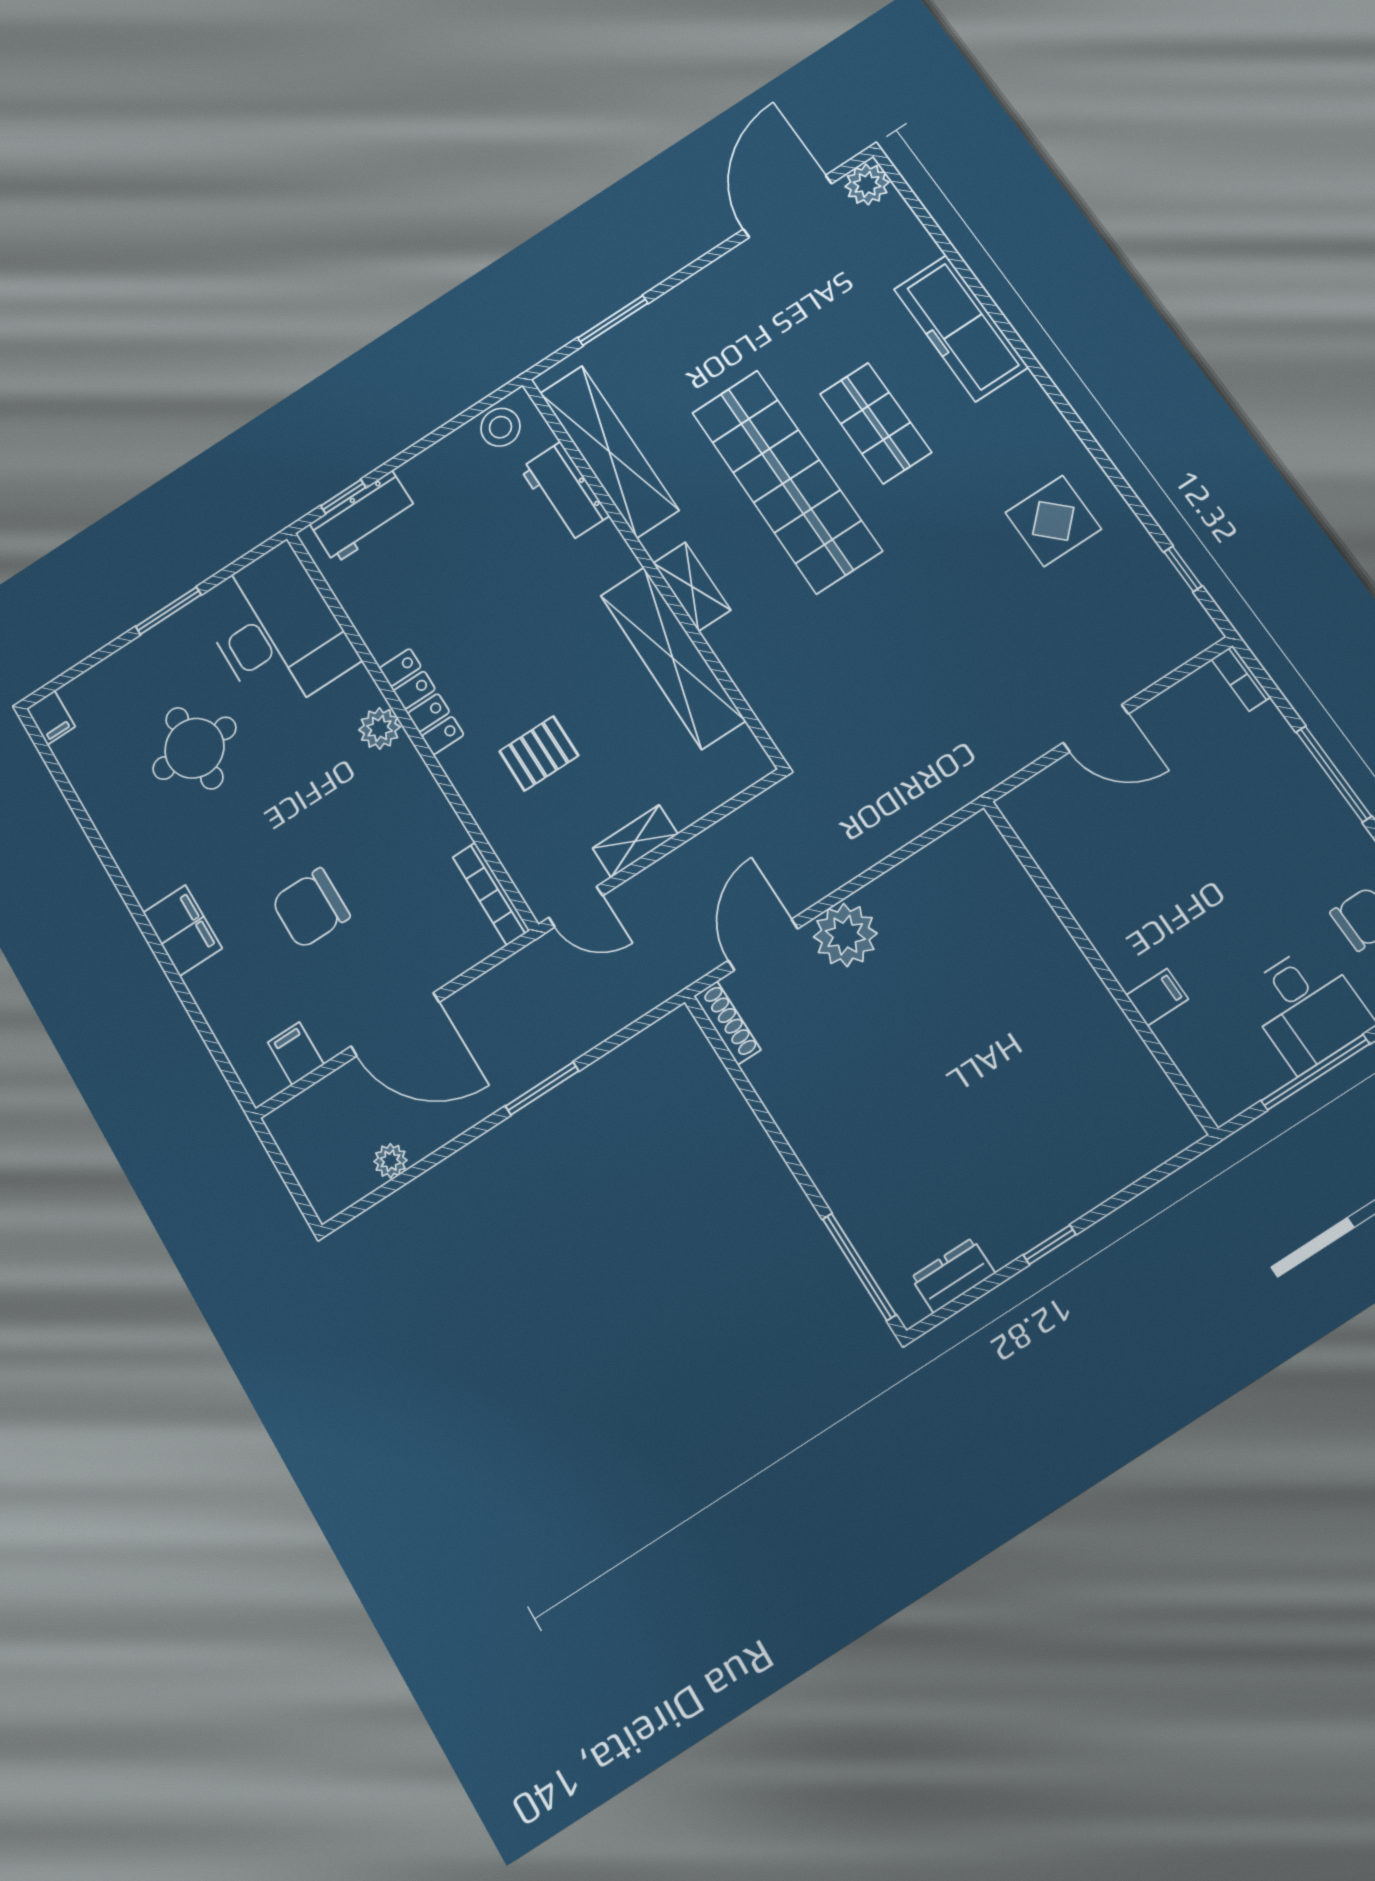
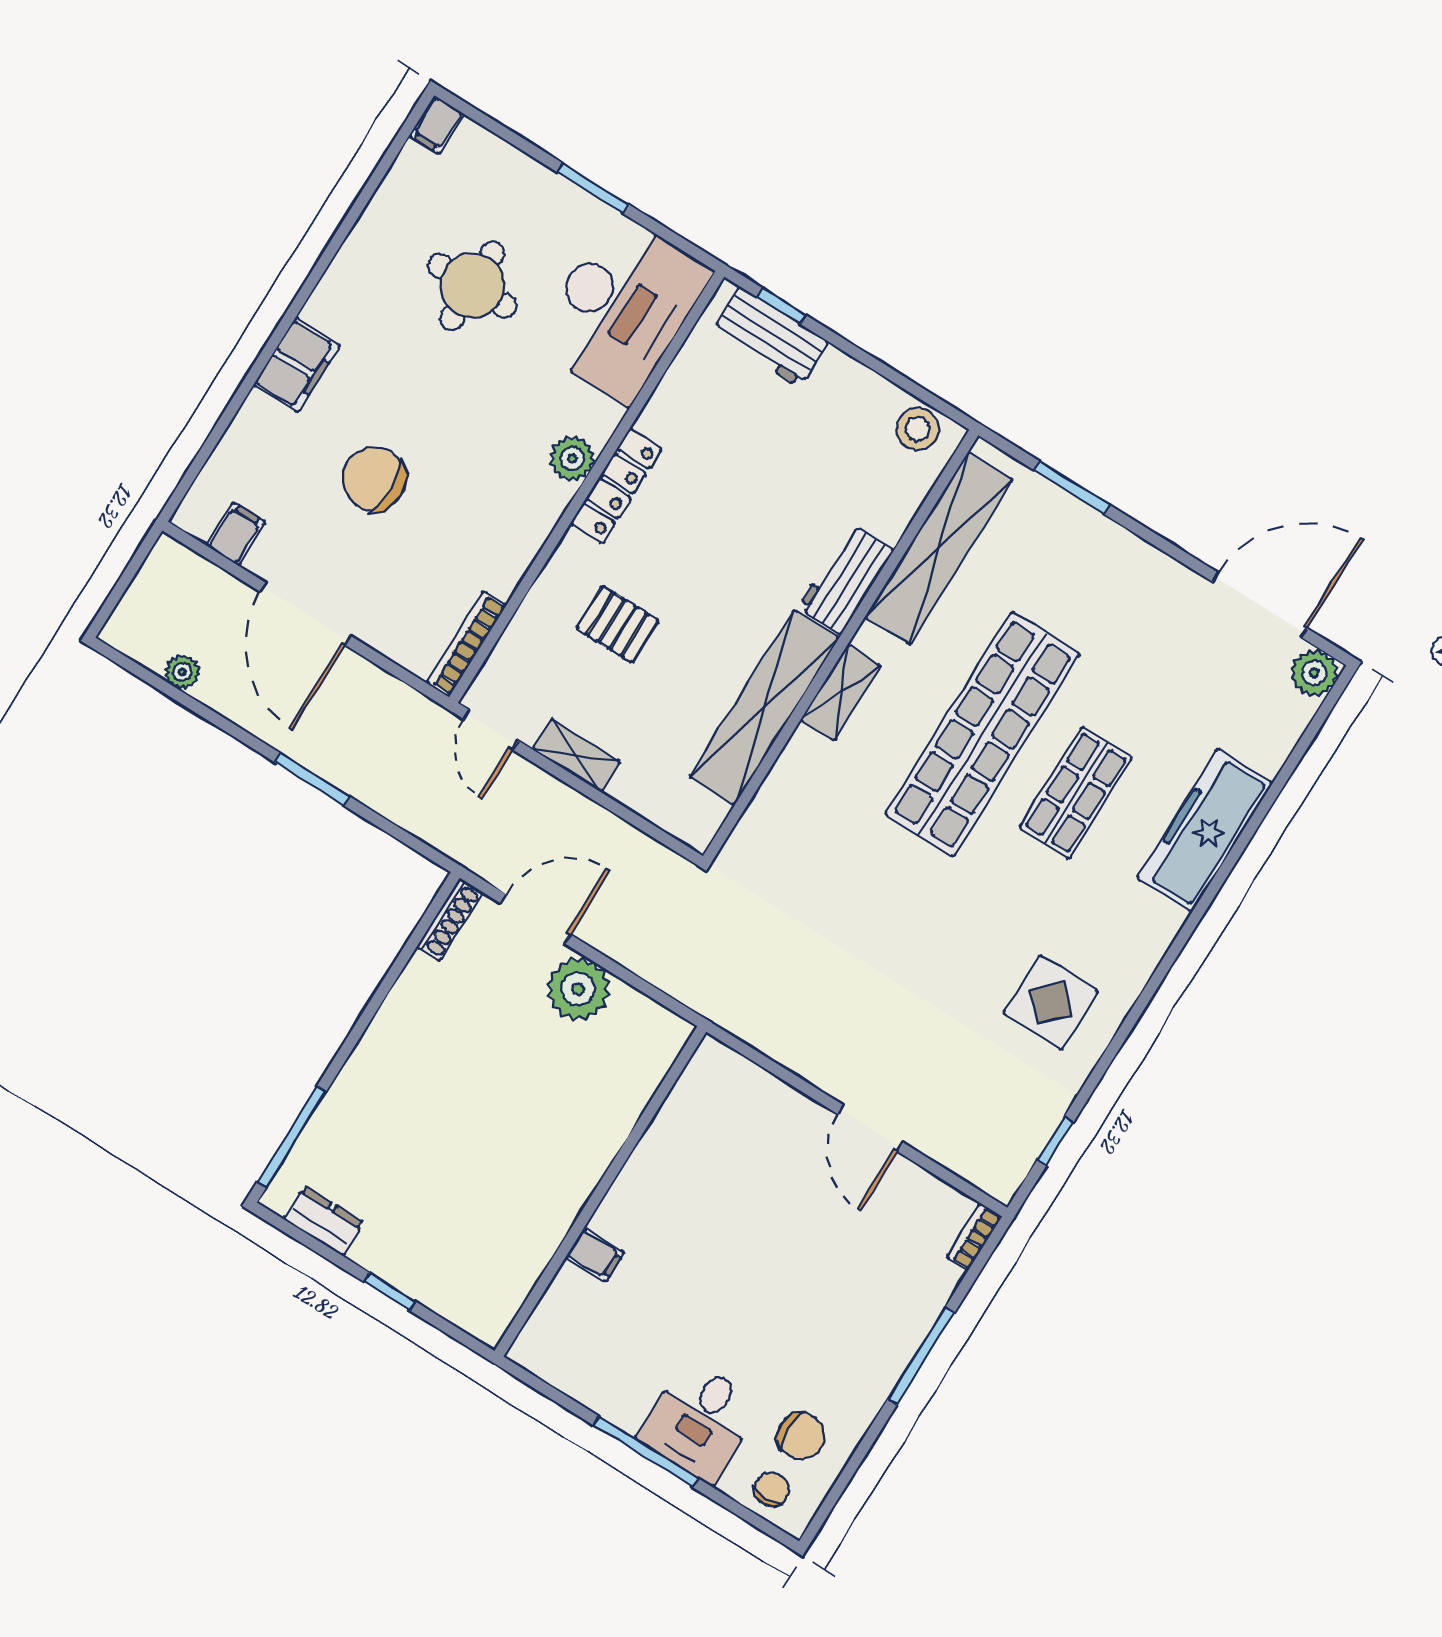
workbench: (564, 492) -> (846, 579), moved
wall: (1098, 965) -> (600, 1191), moved
filing cabinet: (1157, 997) -> (595, 1255), moved

